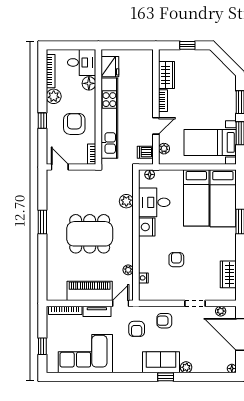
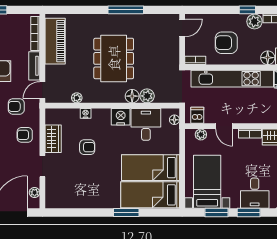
desk: (221, 96) -> (255, 193), added
window: (42, 121) -> (247, 10), moved
armchair: (74, 124) -> (226, 43), turned 180
floor lamp: (127, 216) -> (132, 96), added
window: (42, 222) -> (126, 10), width x1.44
wardrobe: (228, 274) -> (53, 139), moved, turned 90
nightstand: (143, 278) -> (86, 113), moved
piano: (90, 291) -> (55, 41), moved
door: (121, 303) -> (42, 90), swing flipped
armchair: (164, 321) -> (25, 135), turned -90

